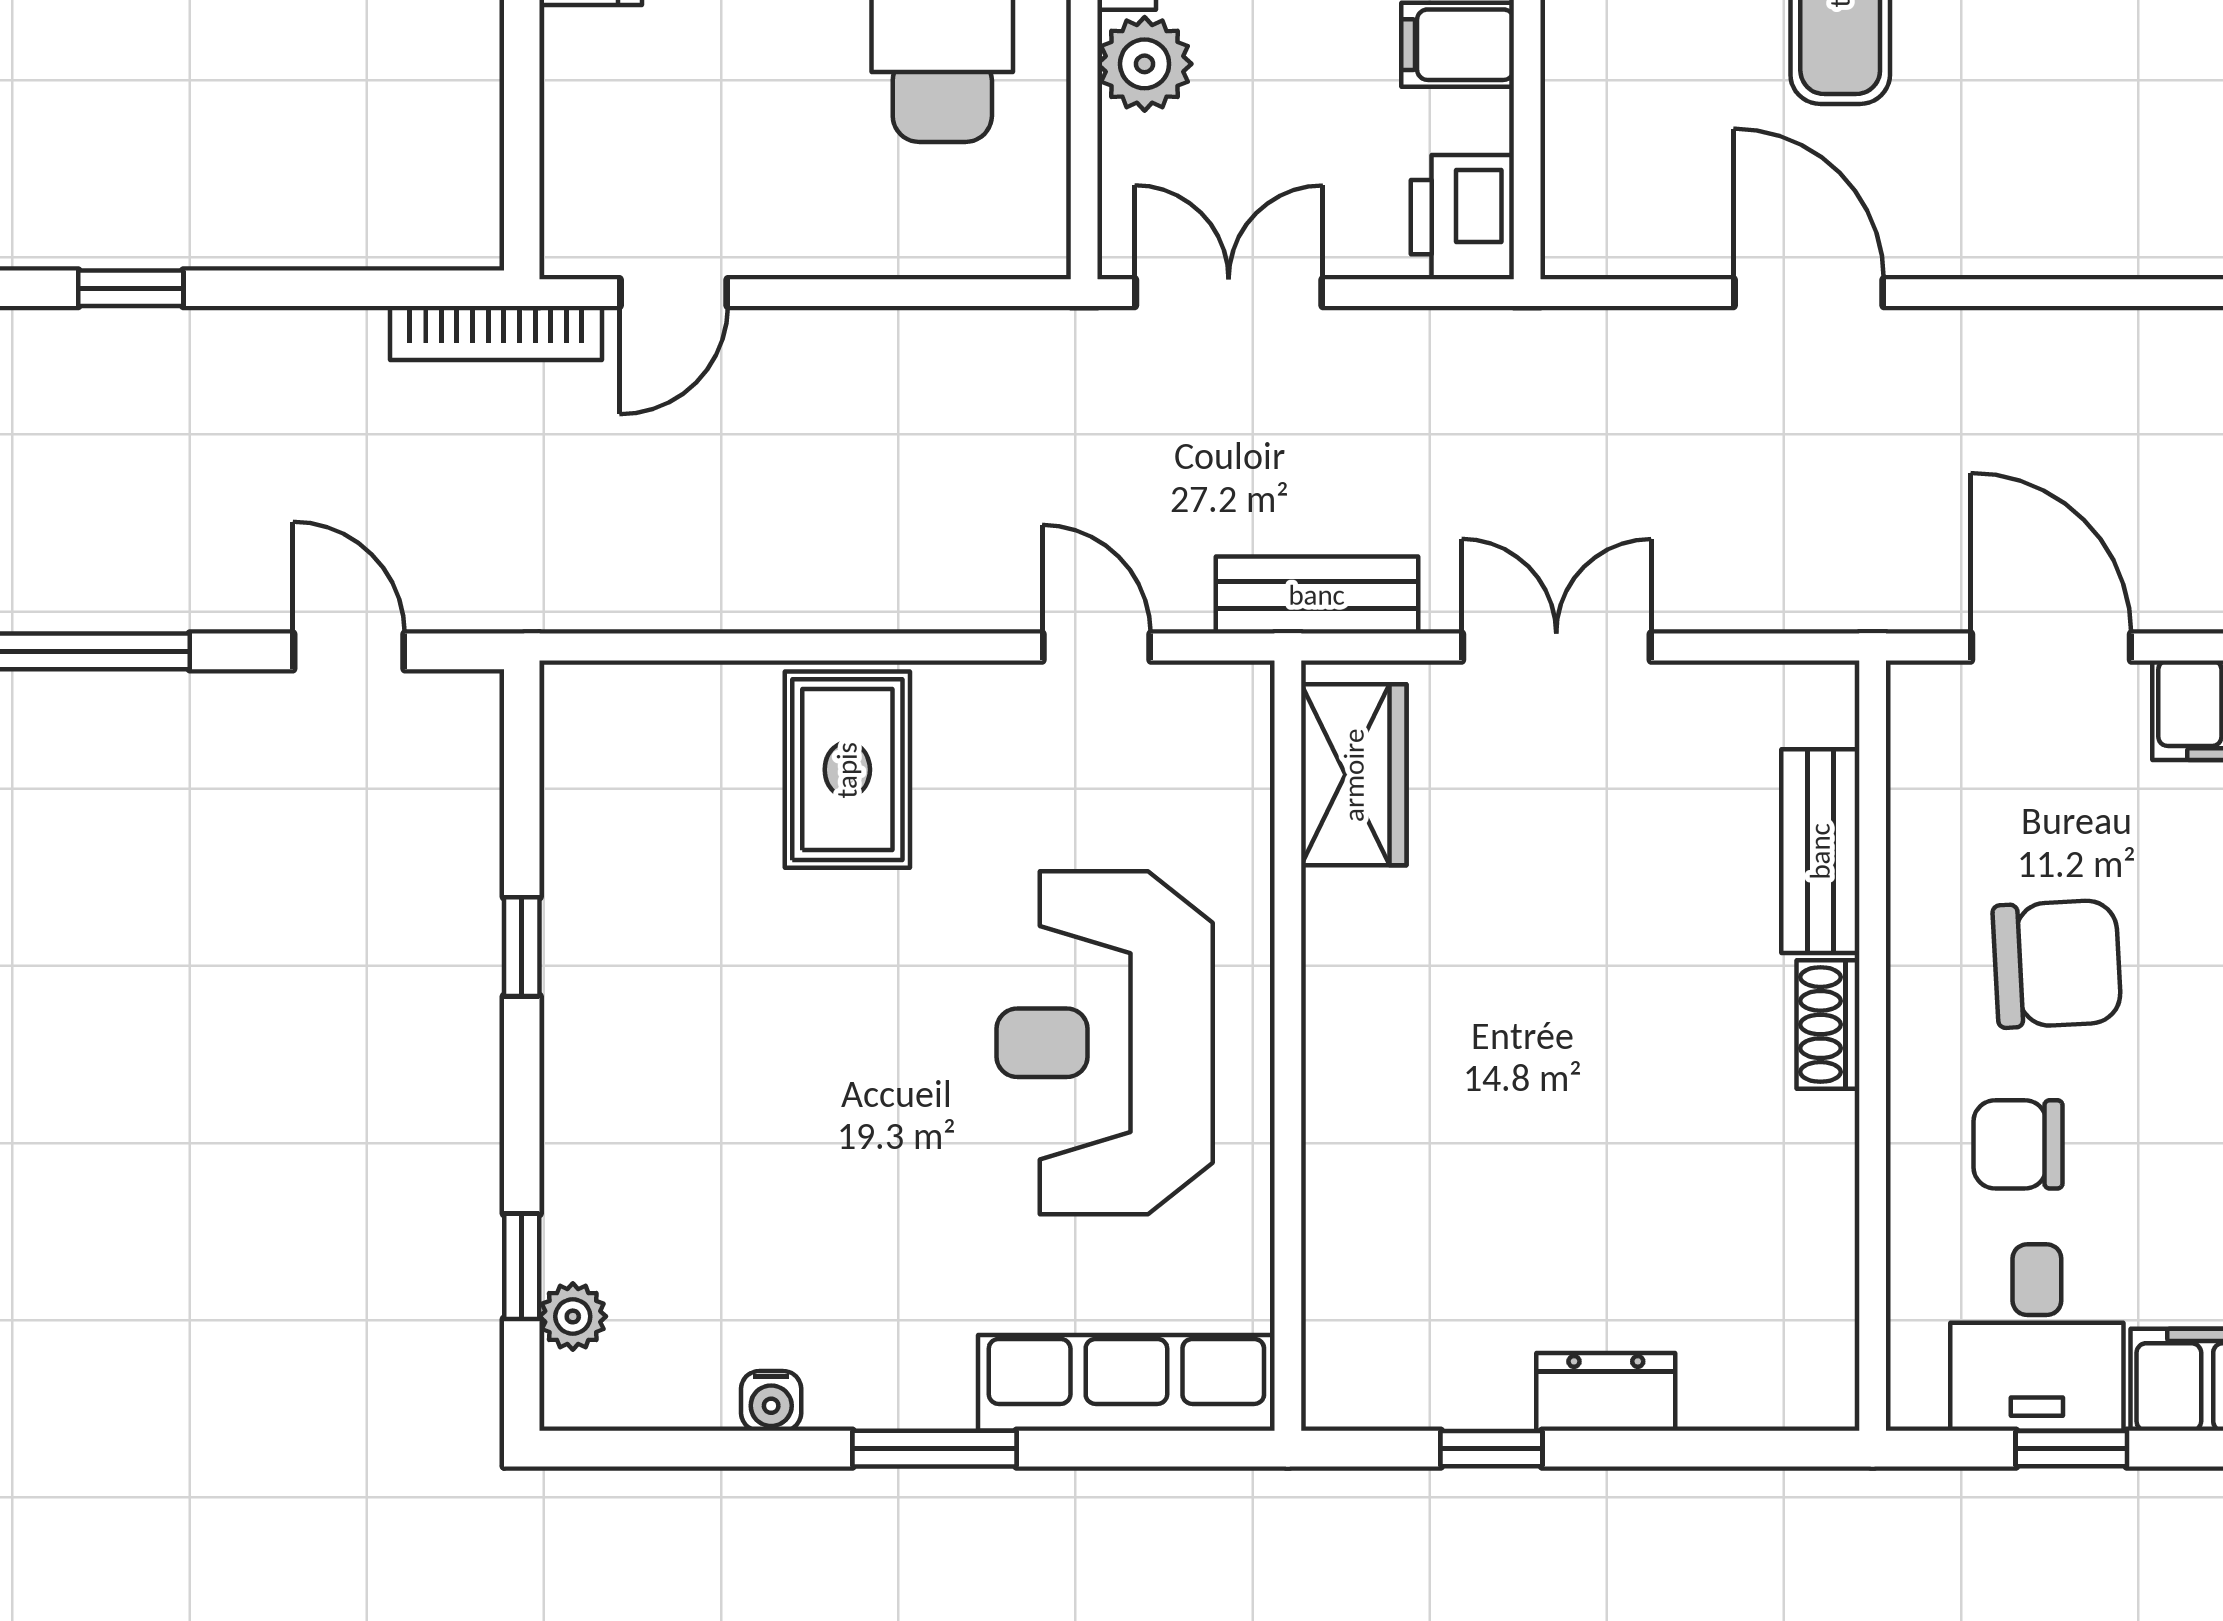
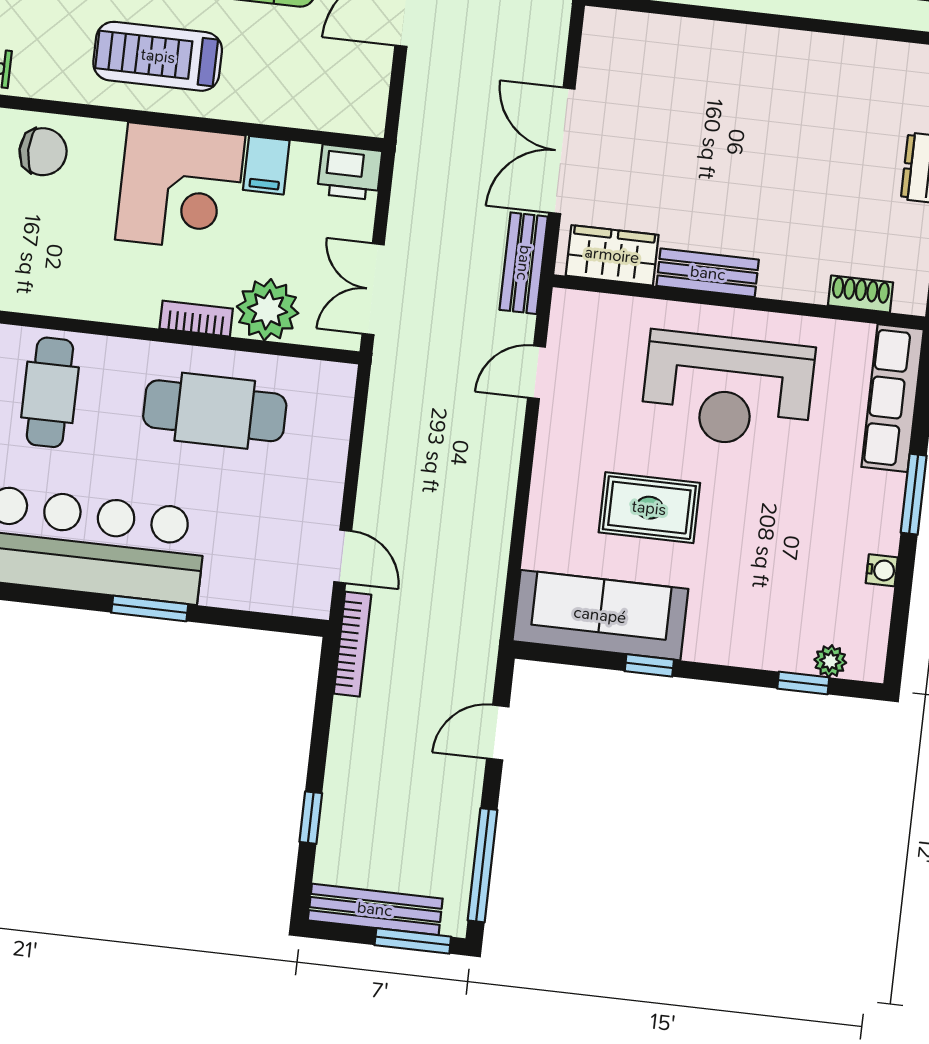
plant: (1145, 64) -> (268, 310), width x1.36, depth x1.36
double door: (1556, 647) -> (562, 151), width x1.37
rug: (847, 770) -> (649, 508), moved
sofa: (614, 835) -> (600, 615), added
bench: (1820, 851) -> (708, 273), moved
shoe rack: (1828, 1025) -> (860, 294), moved, turned 180

